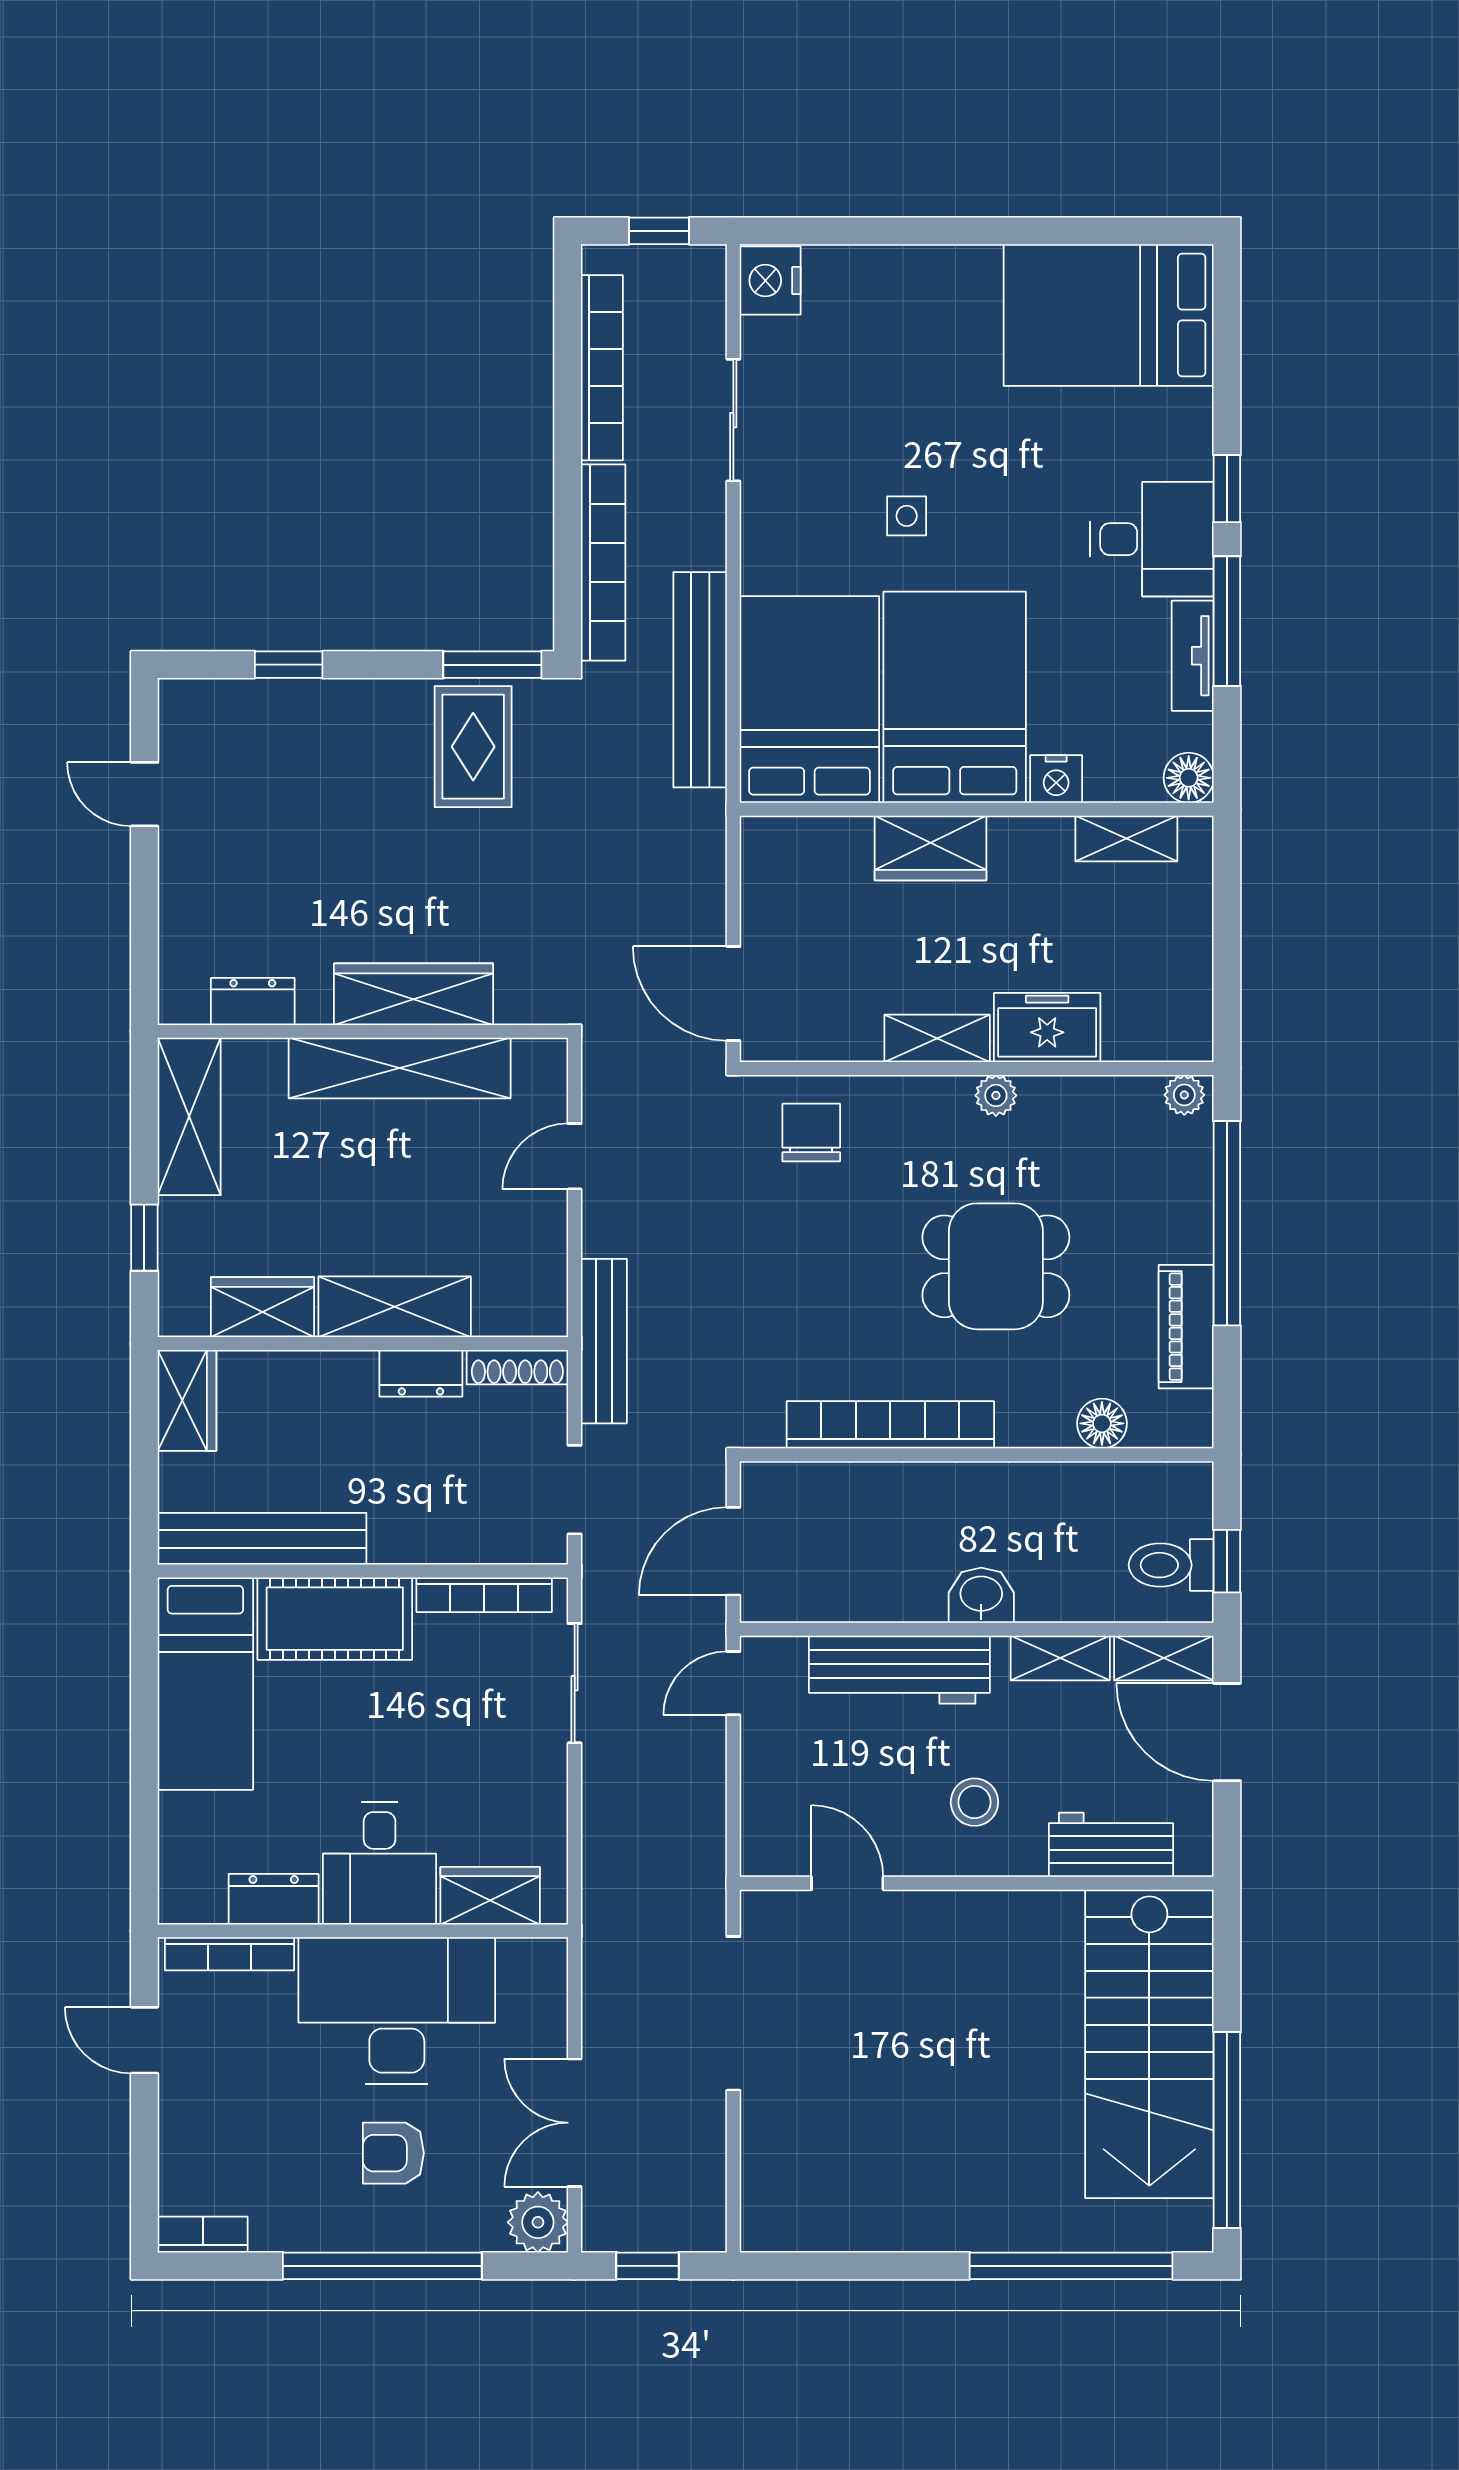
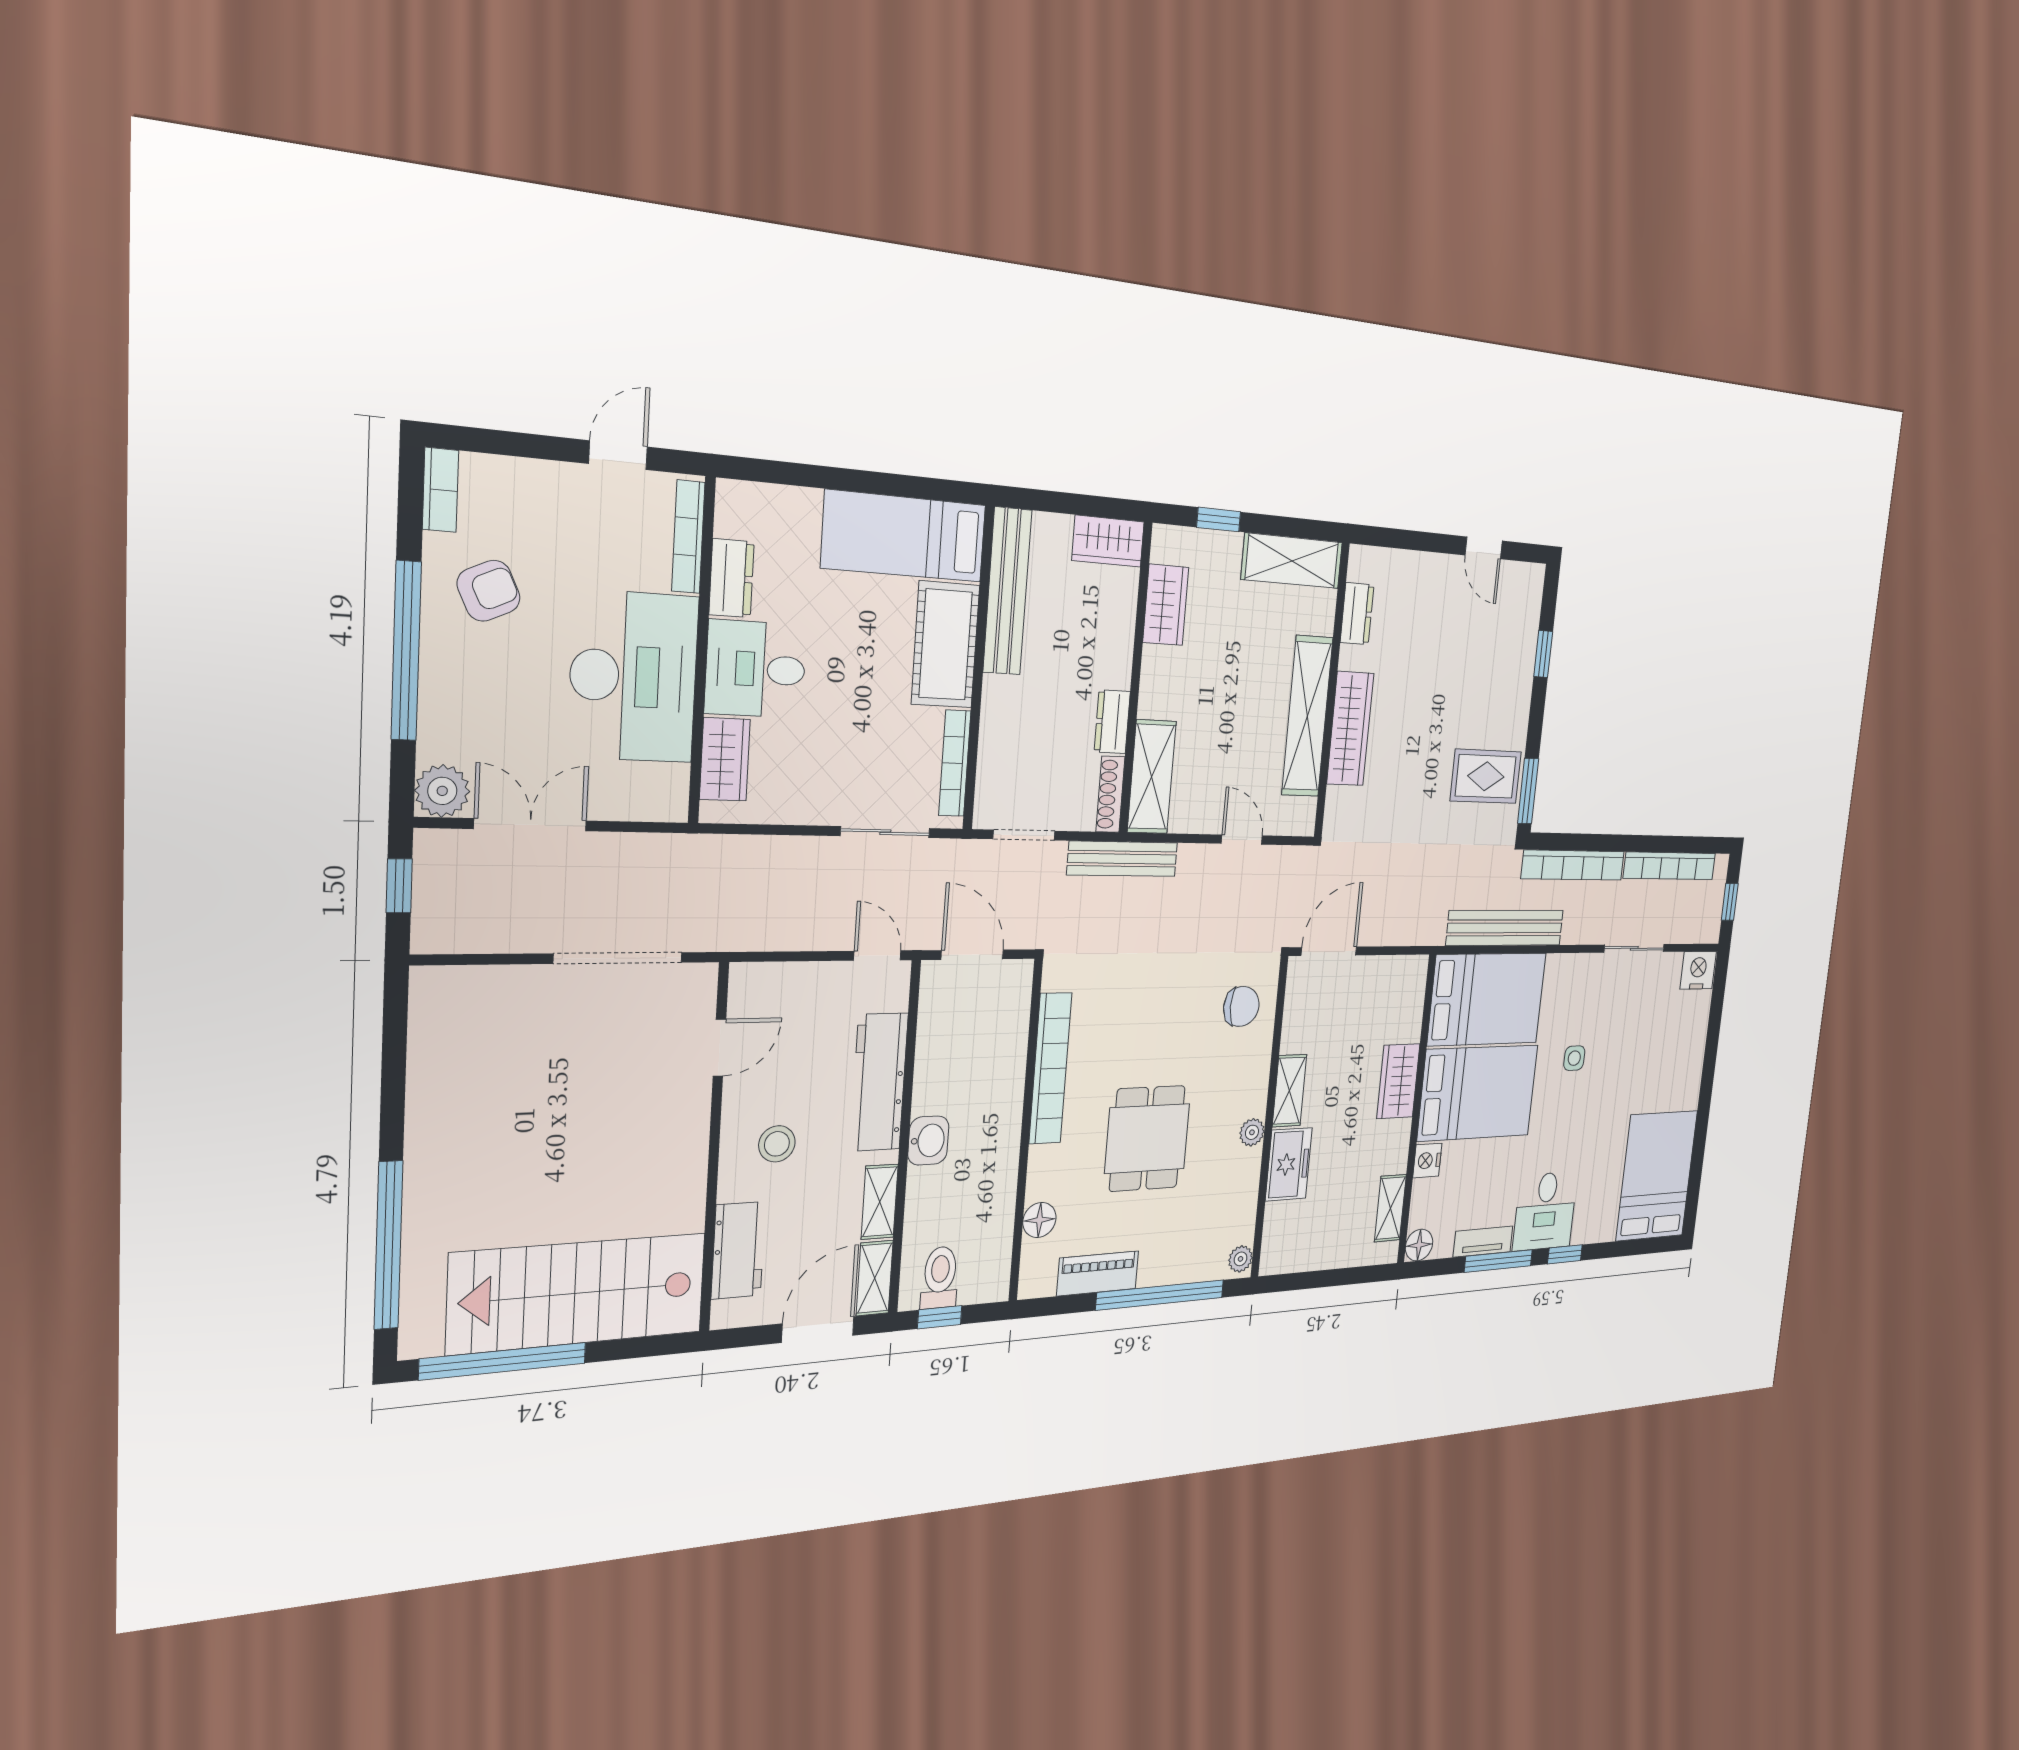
door: (144, 794) -> (1484, 548), swing flipped
shelving: (395, 1307) -> (1152, 777), moved
armchair: (393, 2153) -> (489, 591), moved, turned 65

